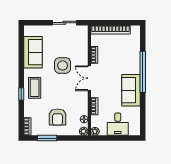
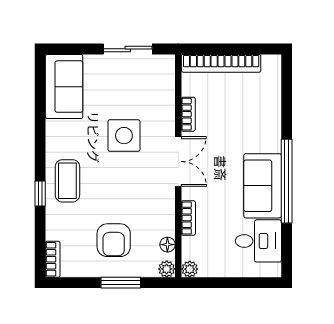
sofa: (33, 52) -> (64, 87), moved
window: (143, 72) -> (287, 181), moved
double door: (89, 78) -> (178, 161), swing flipped
desk: (118, 124) -> (258, 241), moved, turned -90
window: (47, 138) -> (121, 283), moved

